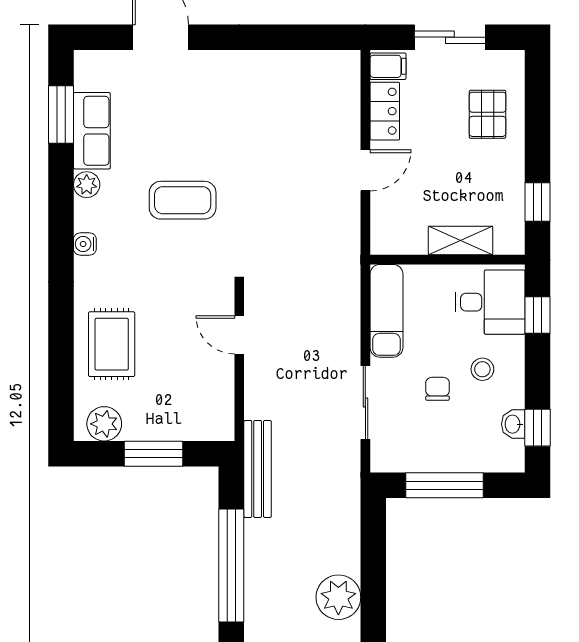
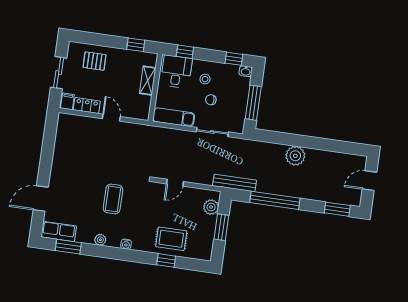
row of seats: (92, 131) -> (59, 231), moved
window: (61, 340) -> (166, 260), added
plant: (104, 424) -> (211, 207), moved
washbasin: (513, 424) -> (246, 71), moved

